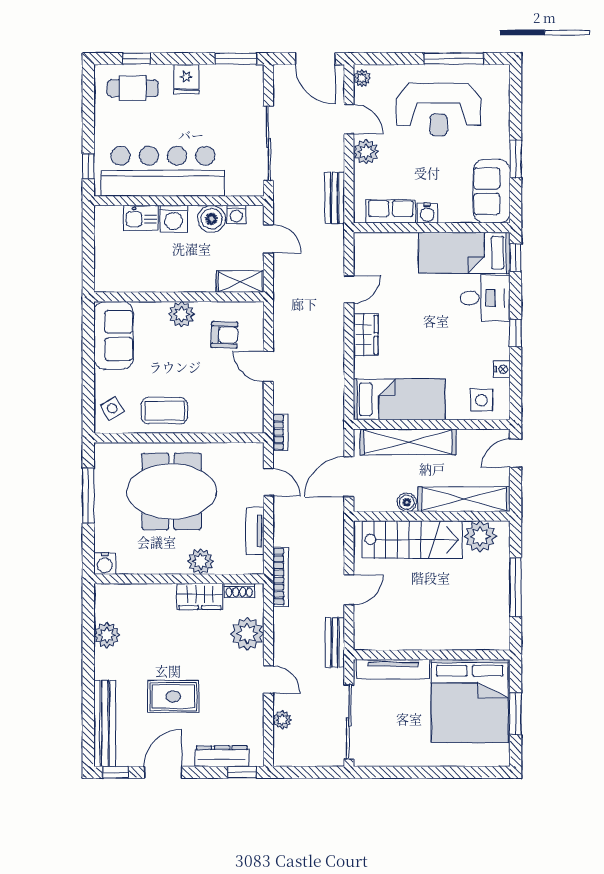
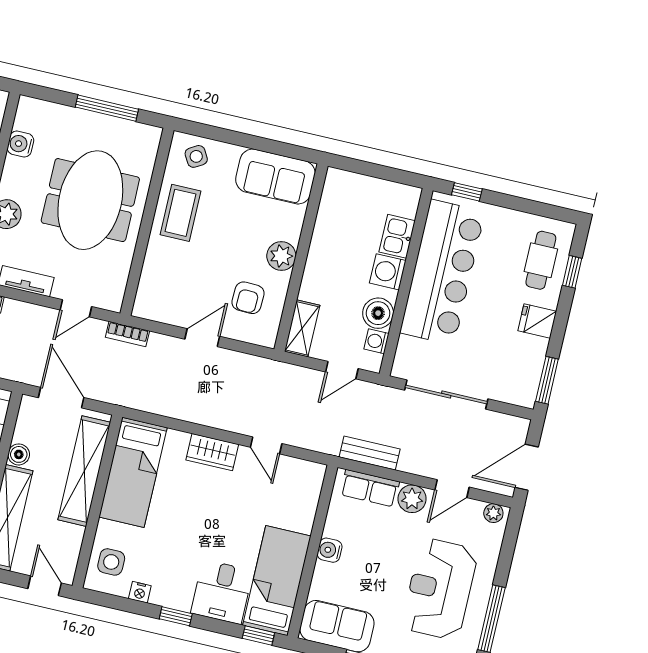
row of seats: (391, 211) -> (370, 488), moved, turned 90
water cooler: (105, 563) -> (20, 144), moved

